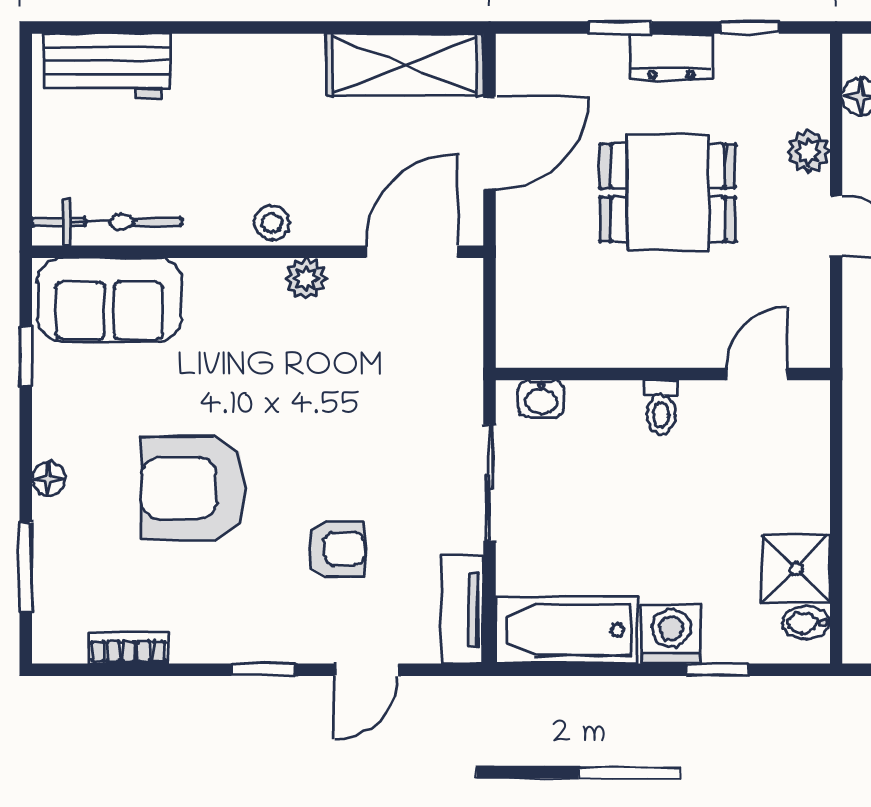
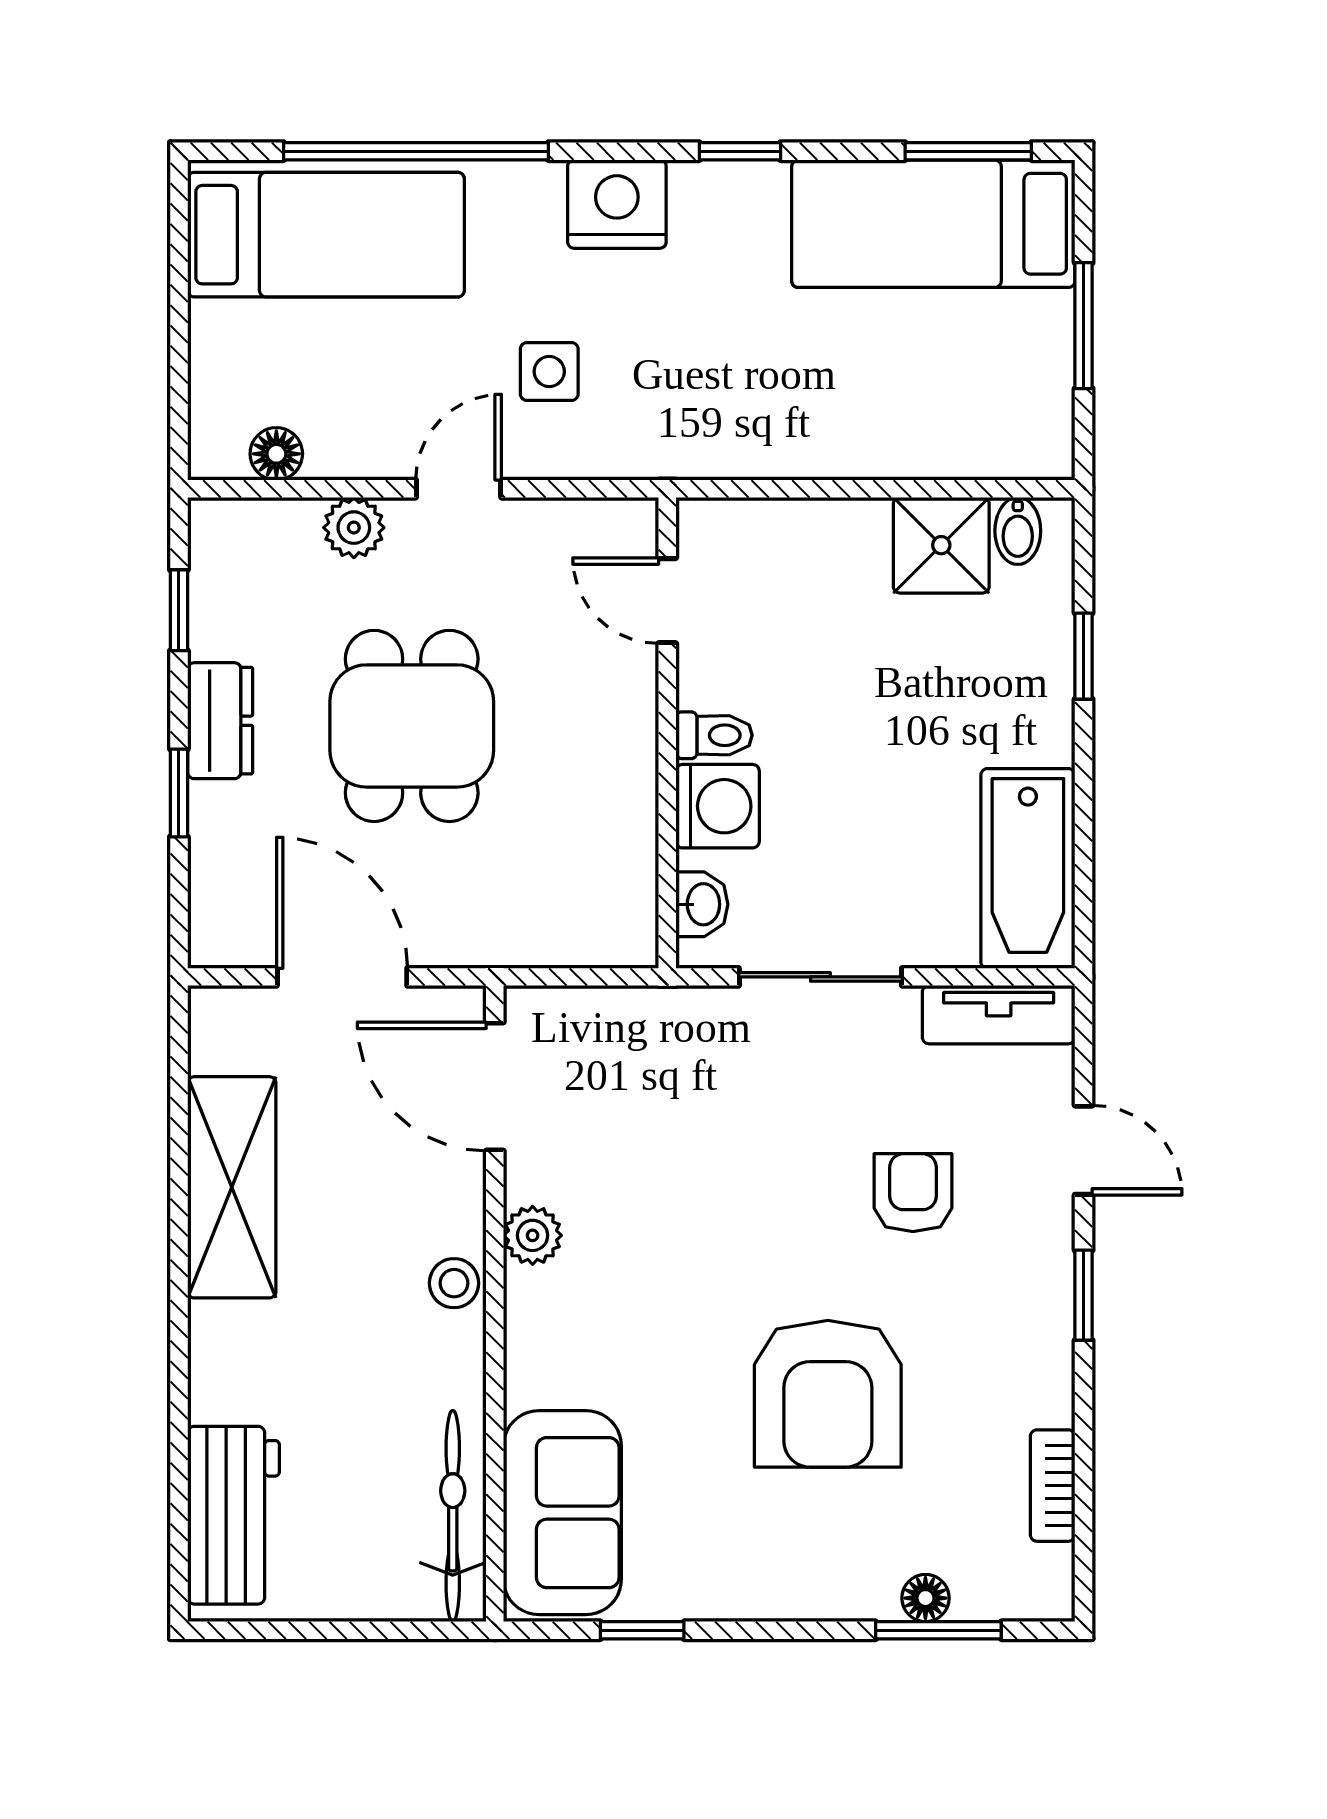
shelving: (405, 65) -> (232, 1187), moved
floor lamp: (49, 479) -> (925, 1598), moved
washing machine: (671, 634) -> (718, 806), moved, turned 180

